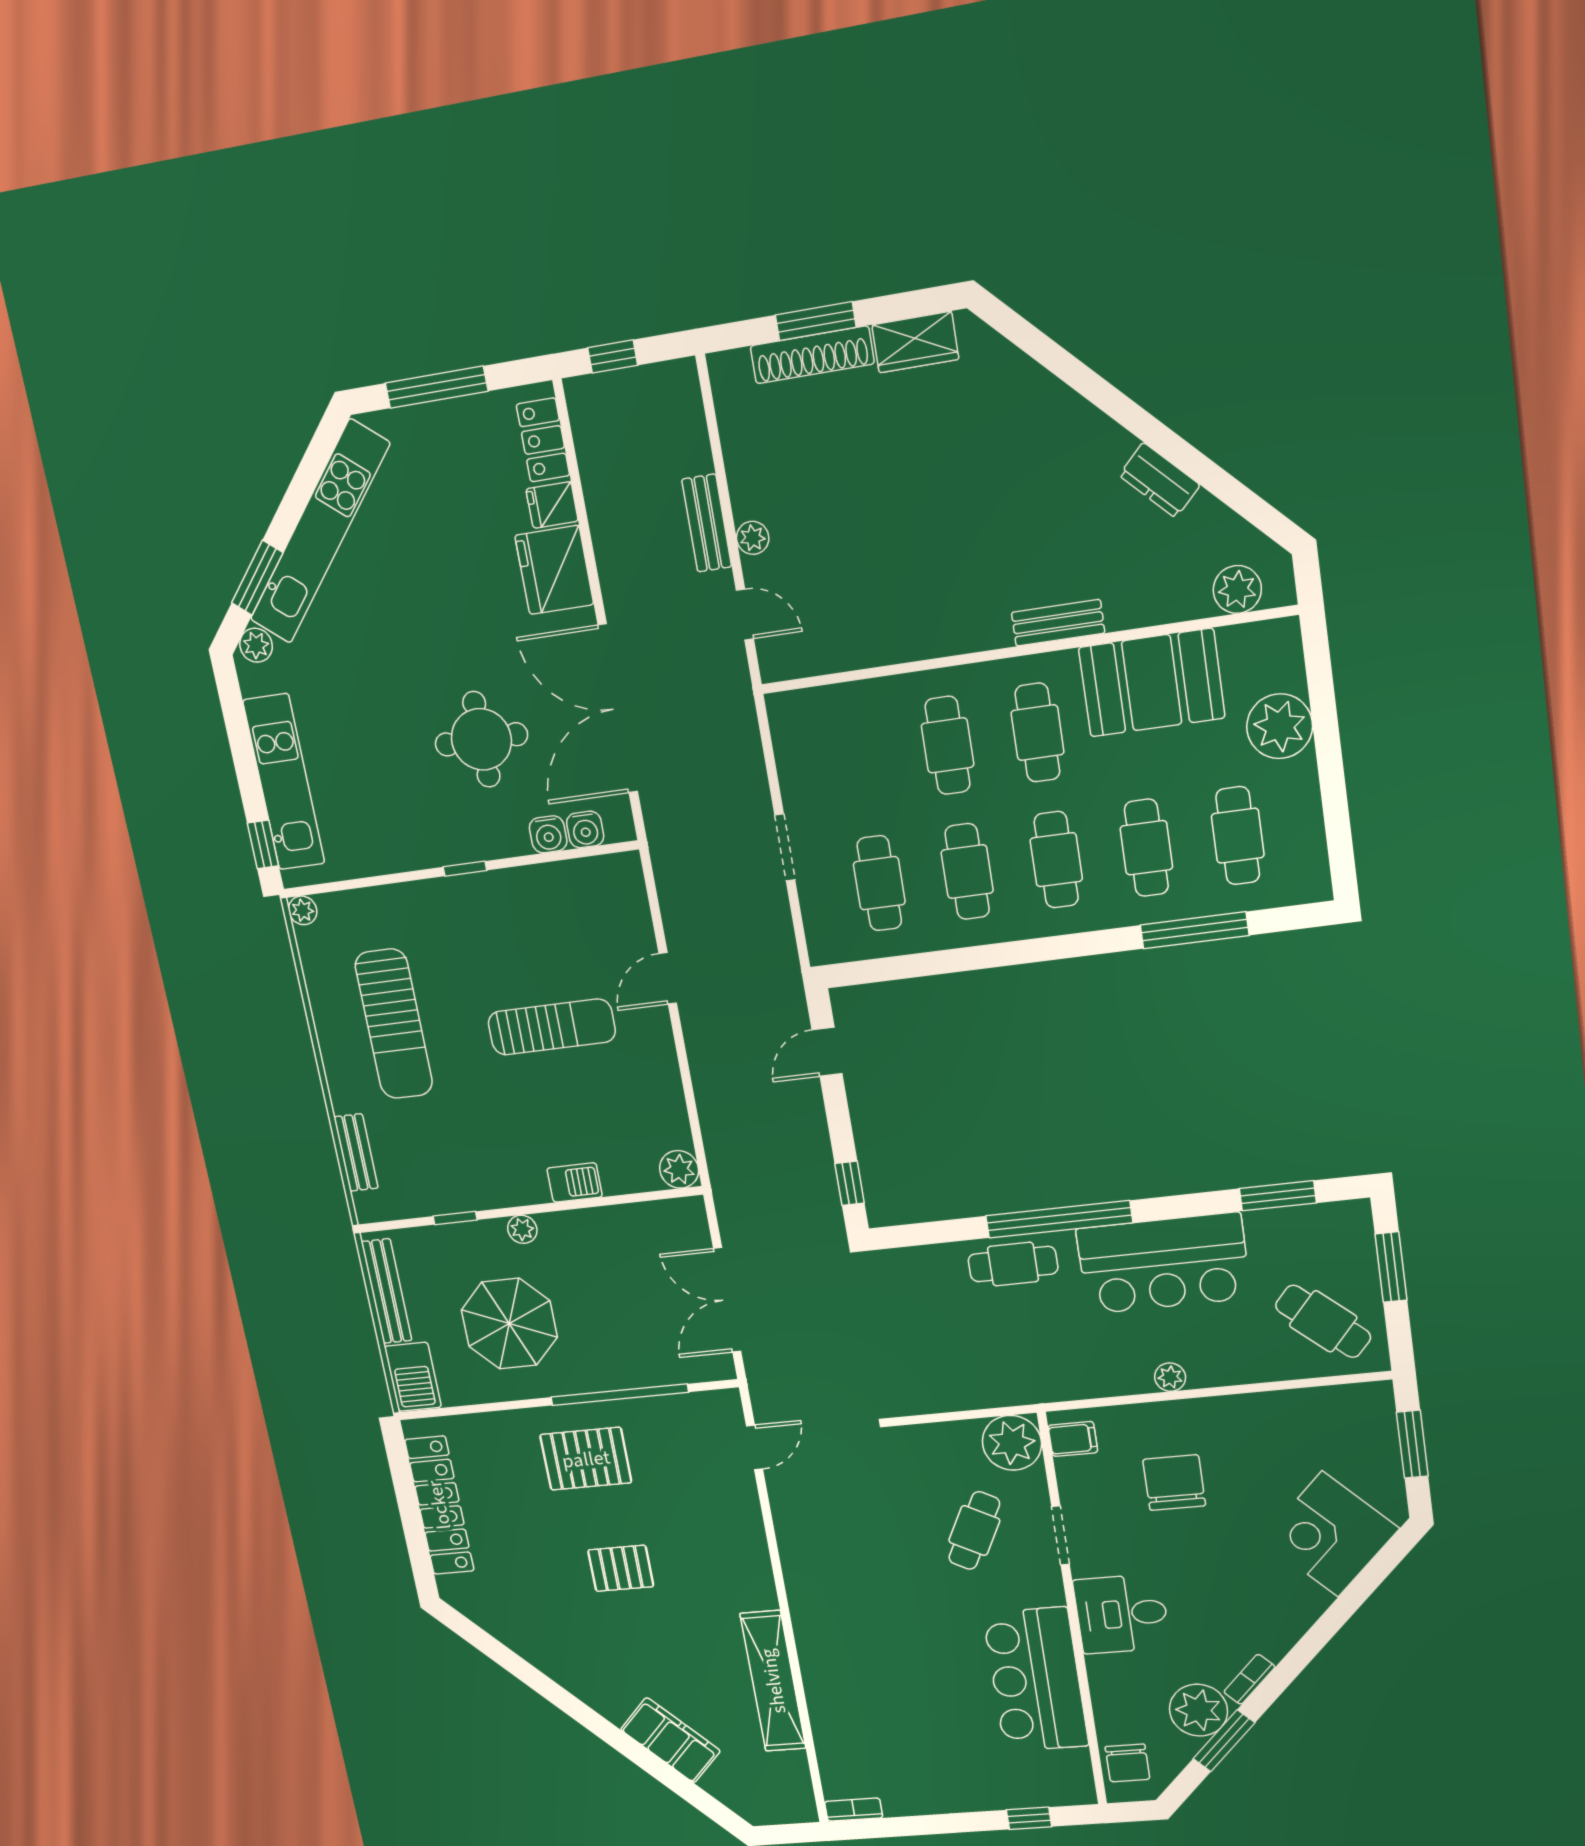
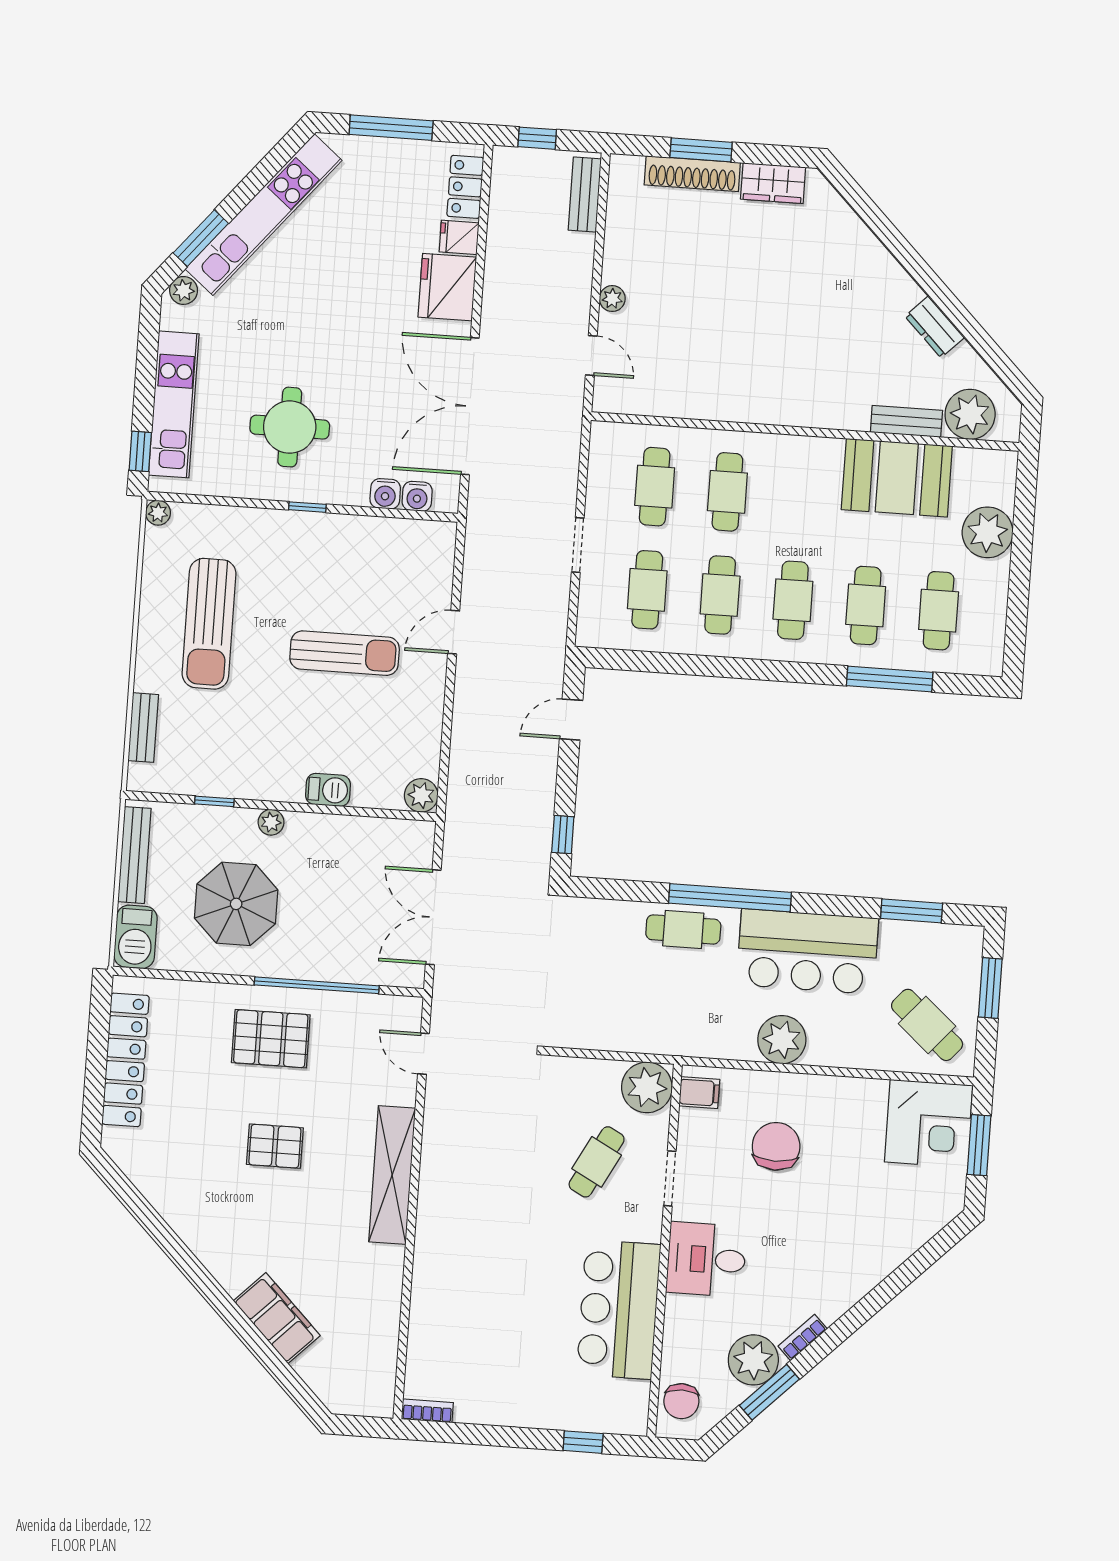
bench: (707, 523) -> (585, 195), moved
plant: (1237, 589) -> (970, 414), width x1.36, depth x1.36
bench: (1058, 623) -> (906, 421), moved
cafe table: (1038, 733) -> (655, 487), moved
round table: (481, 739) -> (290, 427), moved
plant: (1170, 1377) -> (782, 1040), width x1.88, depth x1.88
door: (755, 1447) -> (423, 1054), swing flipped
corner desk: (1330, 1534) -> (928, 1124), moved, turned -135
shelving: (773, 1681) -> (392, 1175), moved

